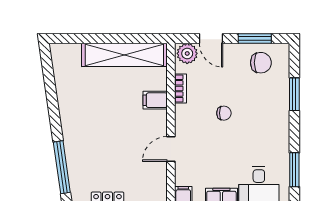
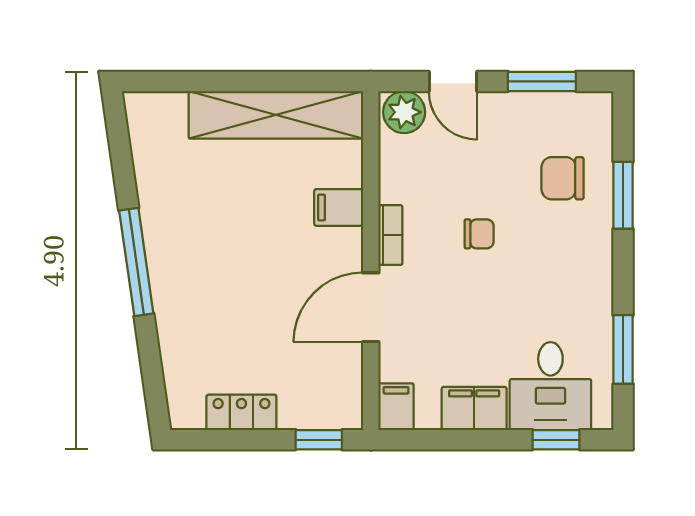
chair: (261, 63) -> (563, 178), moved, turned 180
bookcase: (180, 88) -> (390, 235), moved
door: (171, 149) -> (371, 307), width x1.38
window: (62, 167) -> (136, 262), moved

